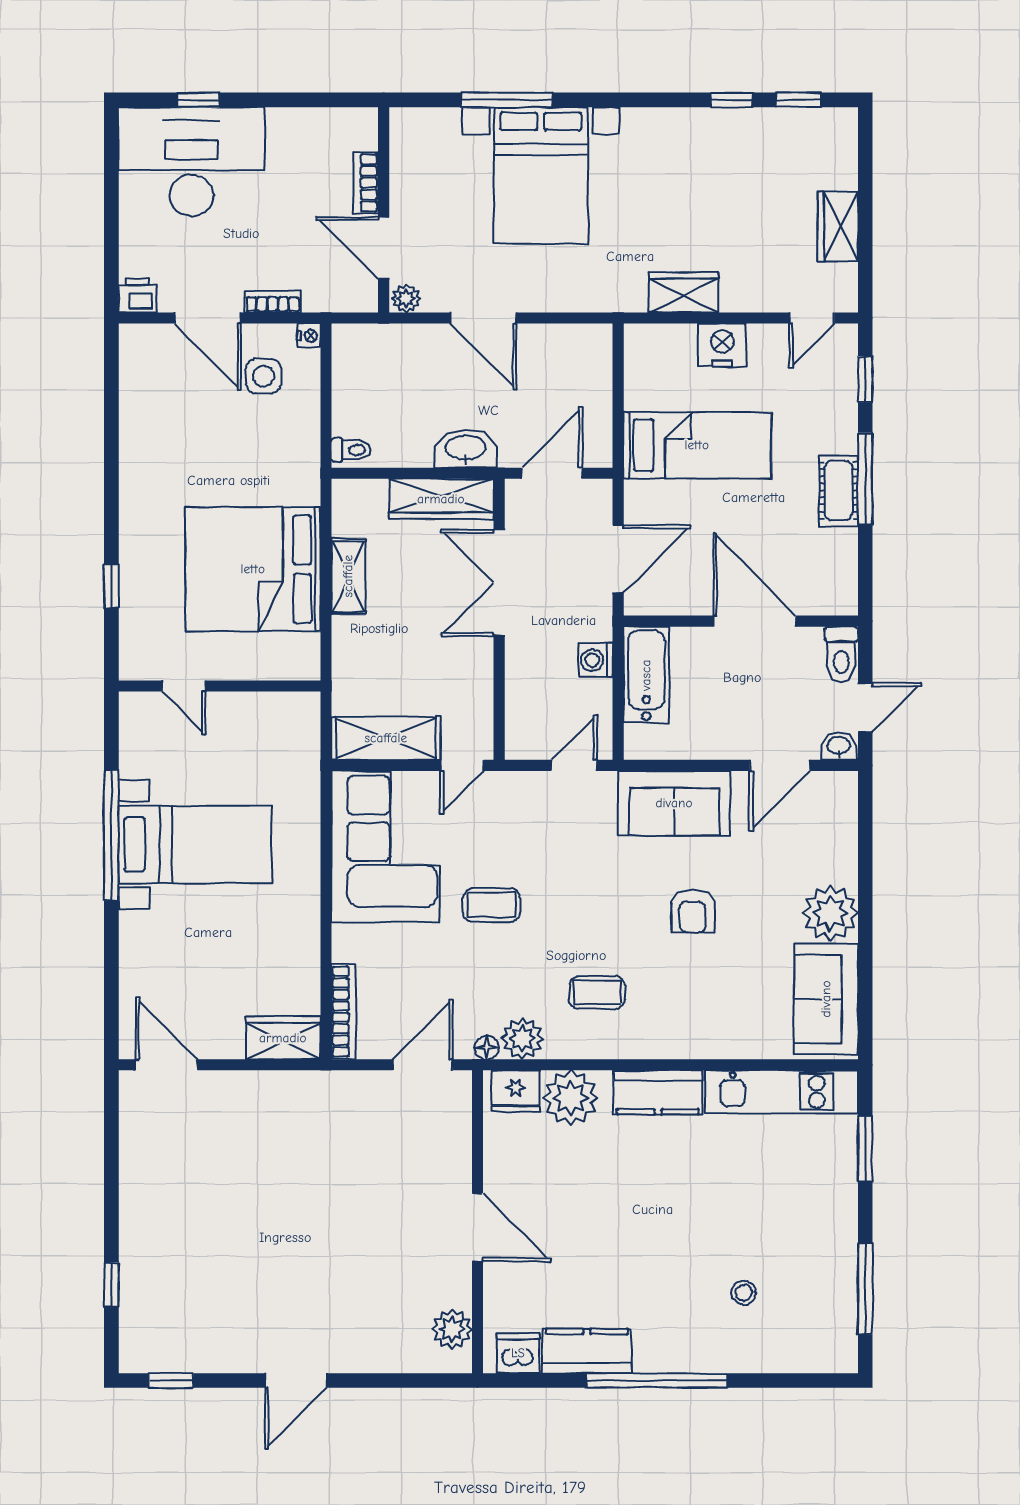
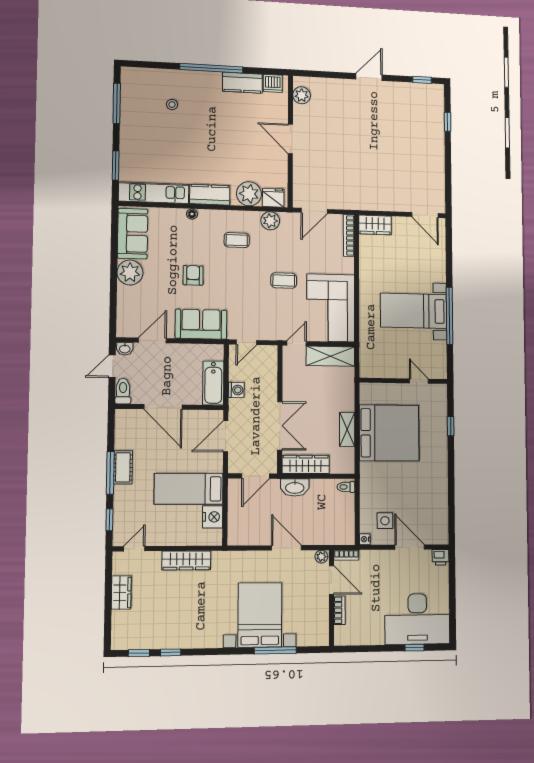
wardrobe: (683, 293) -> (186, 560), width x1.50
bookcase: (273, 302) -> (346, 555), moved
nightstand: (722, 345) -> (213, 517), moved, turned -90
floor lamp: (487, 1047) -> (192, 214), moved

